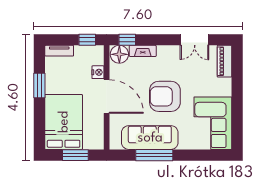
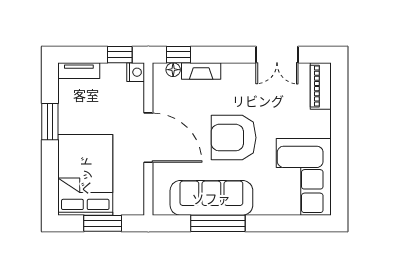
floor lamp: (119, 54) -> (173, 70), width x0.53, depth x0.53
nightstand: (98, 72) -> (136, 72), moved

